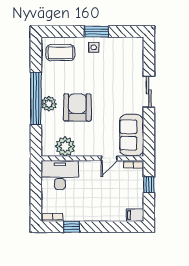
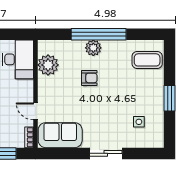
side table: (94, 47) -> (139, 122), moved
coffee table: (60, 53) -> (147, 60), turned 90
armchair: (77, 107) -> (89, 78), width x0.53, depth x0.53

